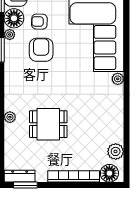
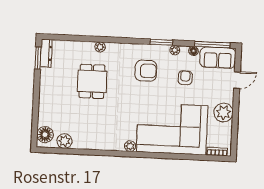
floor lamp: (14, 18) -> (194, 51), width x0.53, depth x0.53
armchair: (41, 50) -> (146, 71), moved
bookcase: (74, 176) -> (44, 102), removed

